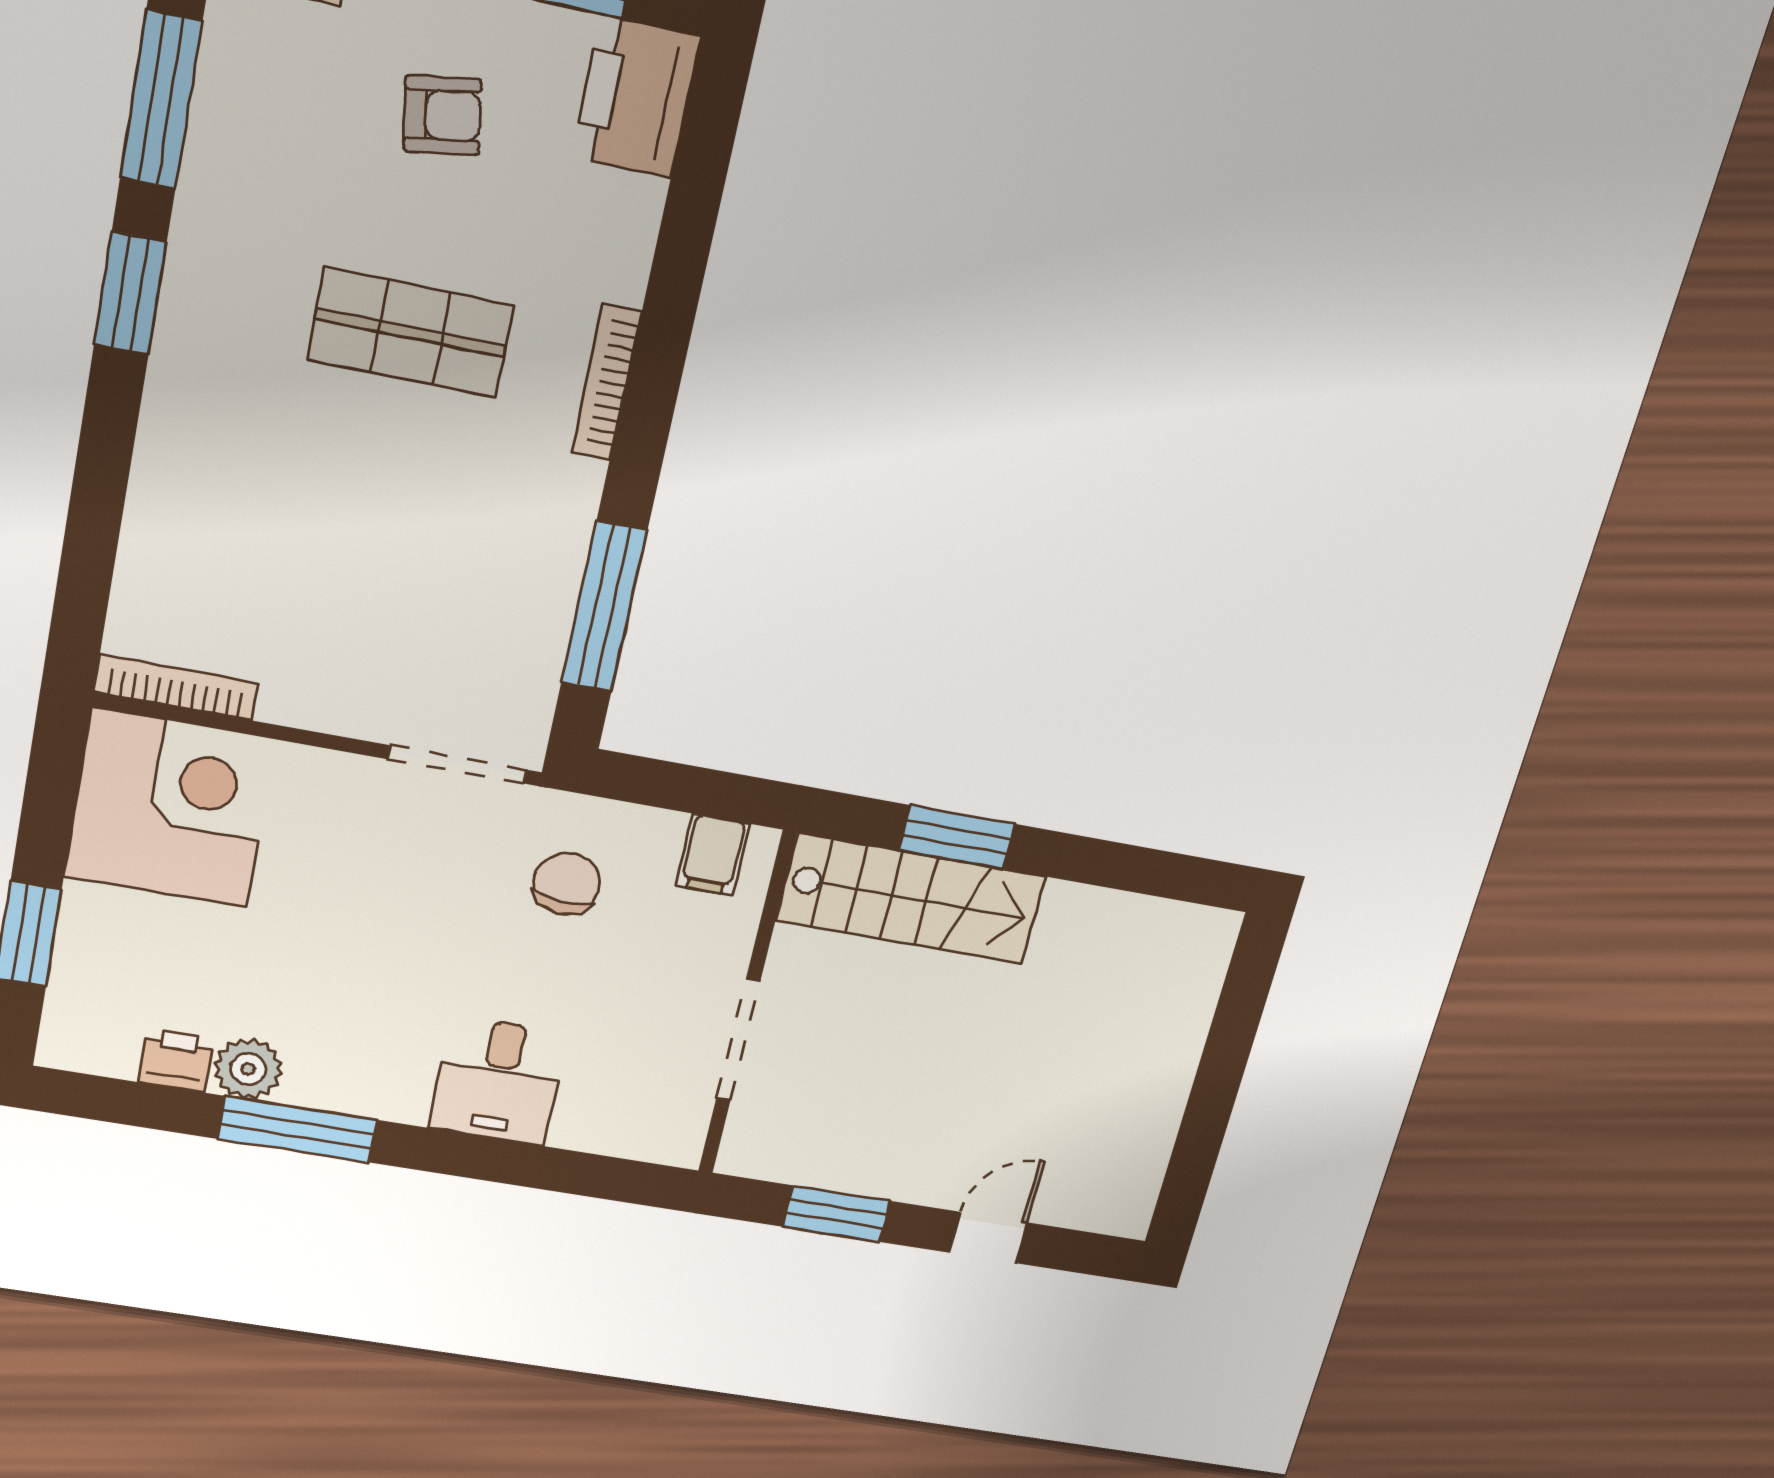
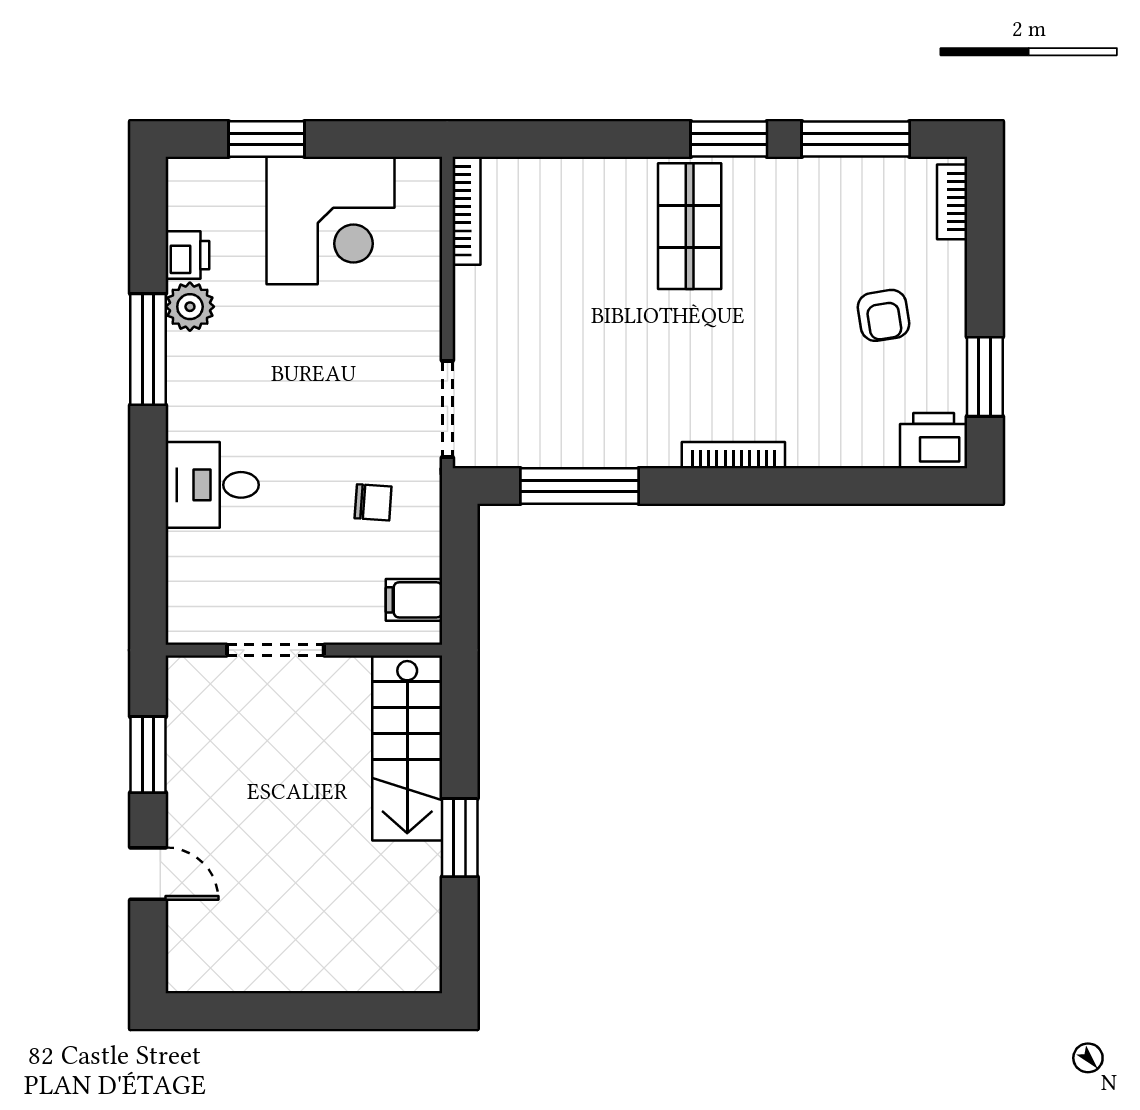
printer: (636, 97) -> (934, 441), width x0.73, depth x0.84
shop shelf: (411, 332) -> (690, 226), moved
corner desk: (170, 808) -> (330, 221), moved
window: (957, 837) -> (460, 838), moved
chair: (567, 884) -> (373, 502), width x0.73, depth x0.73

